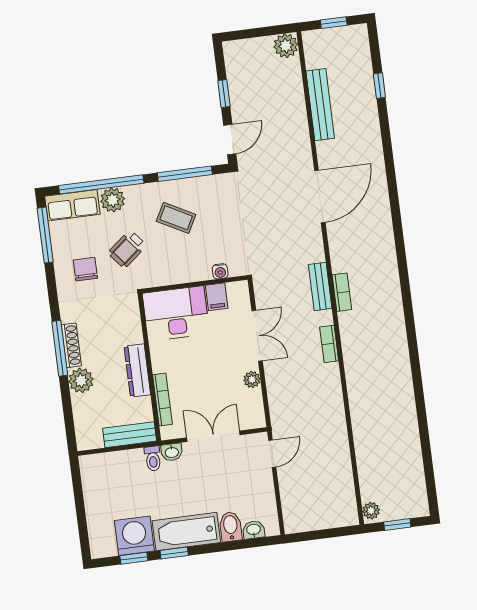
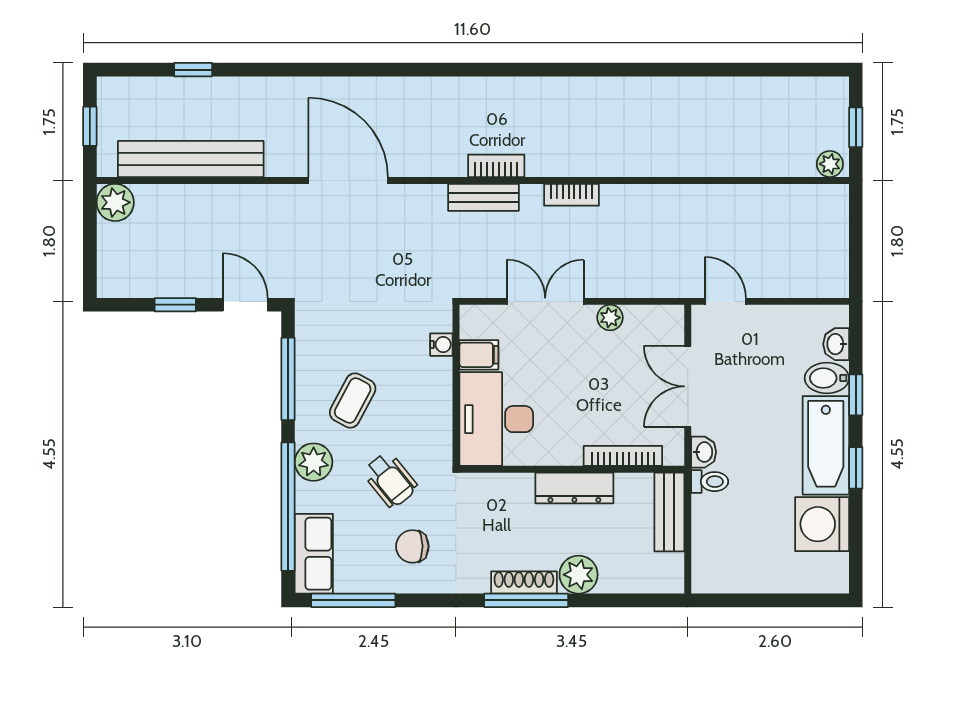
bench: (320, 105) -> (191, 159), width x1.37, depth x1.21
plant: (113, 200) -> (314, 462), moved
window: (134, 558) -> (856, 395), moved

